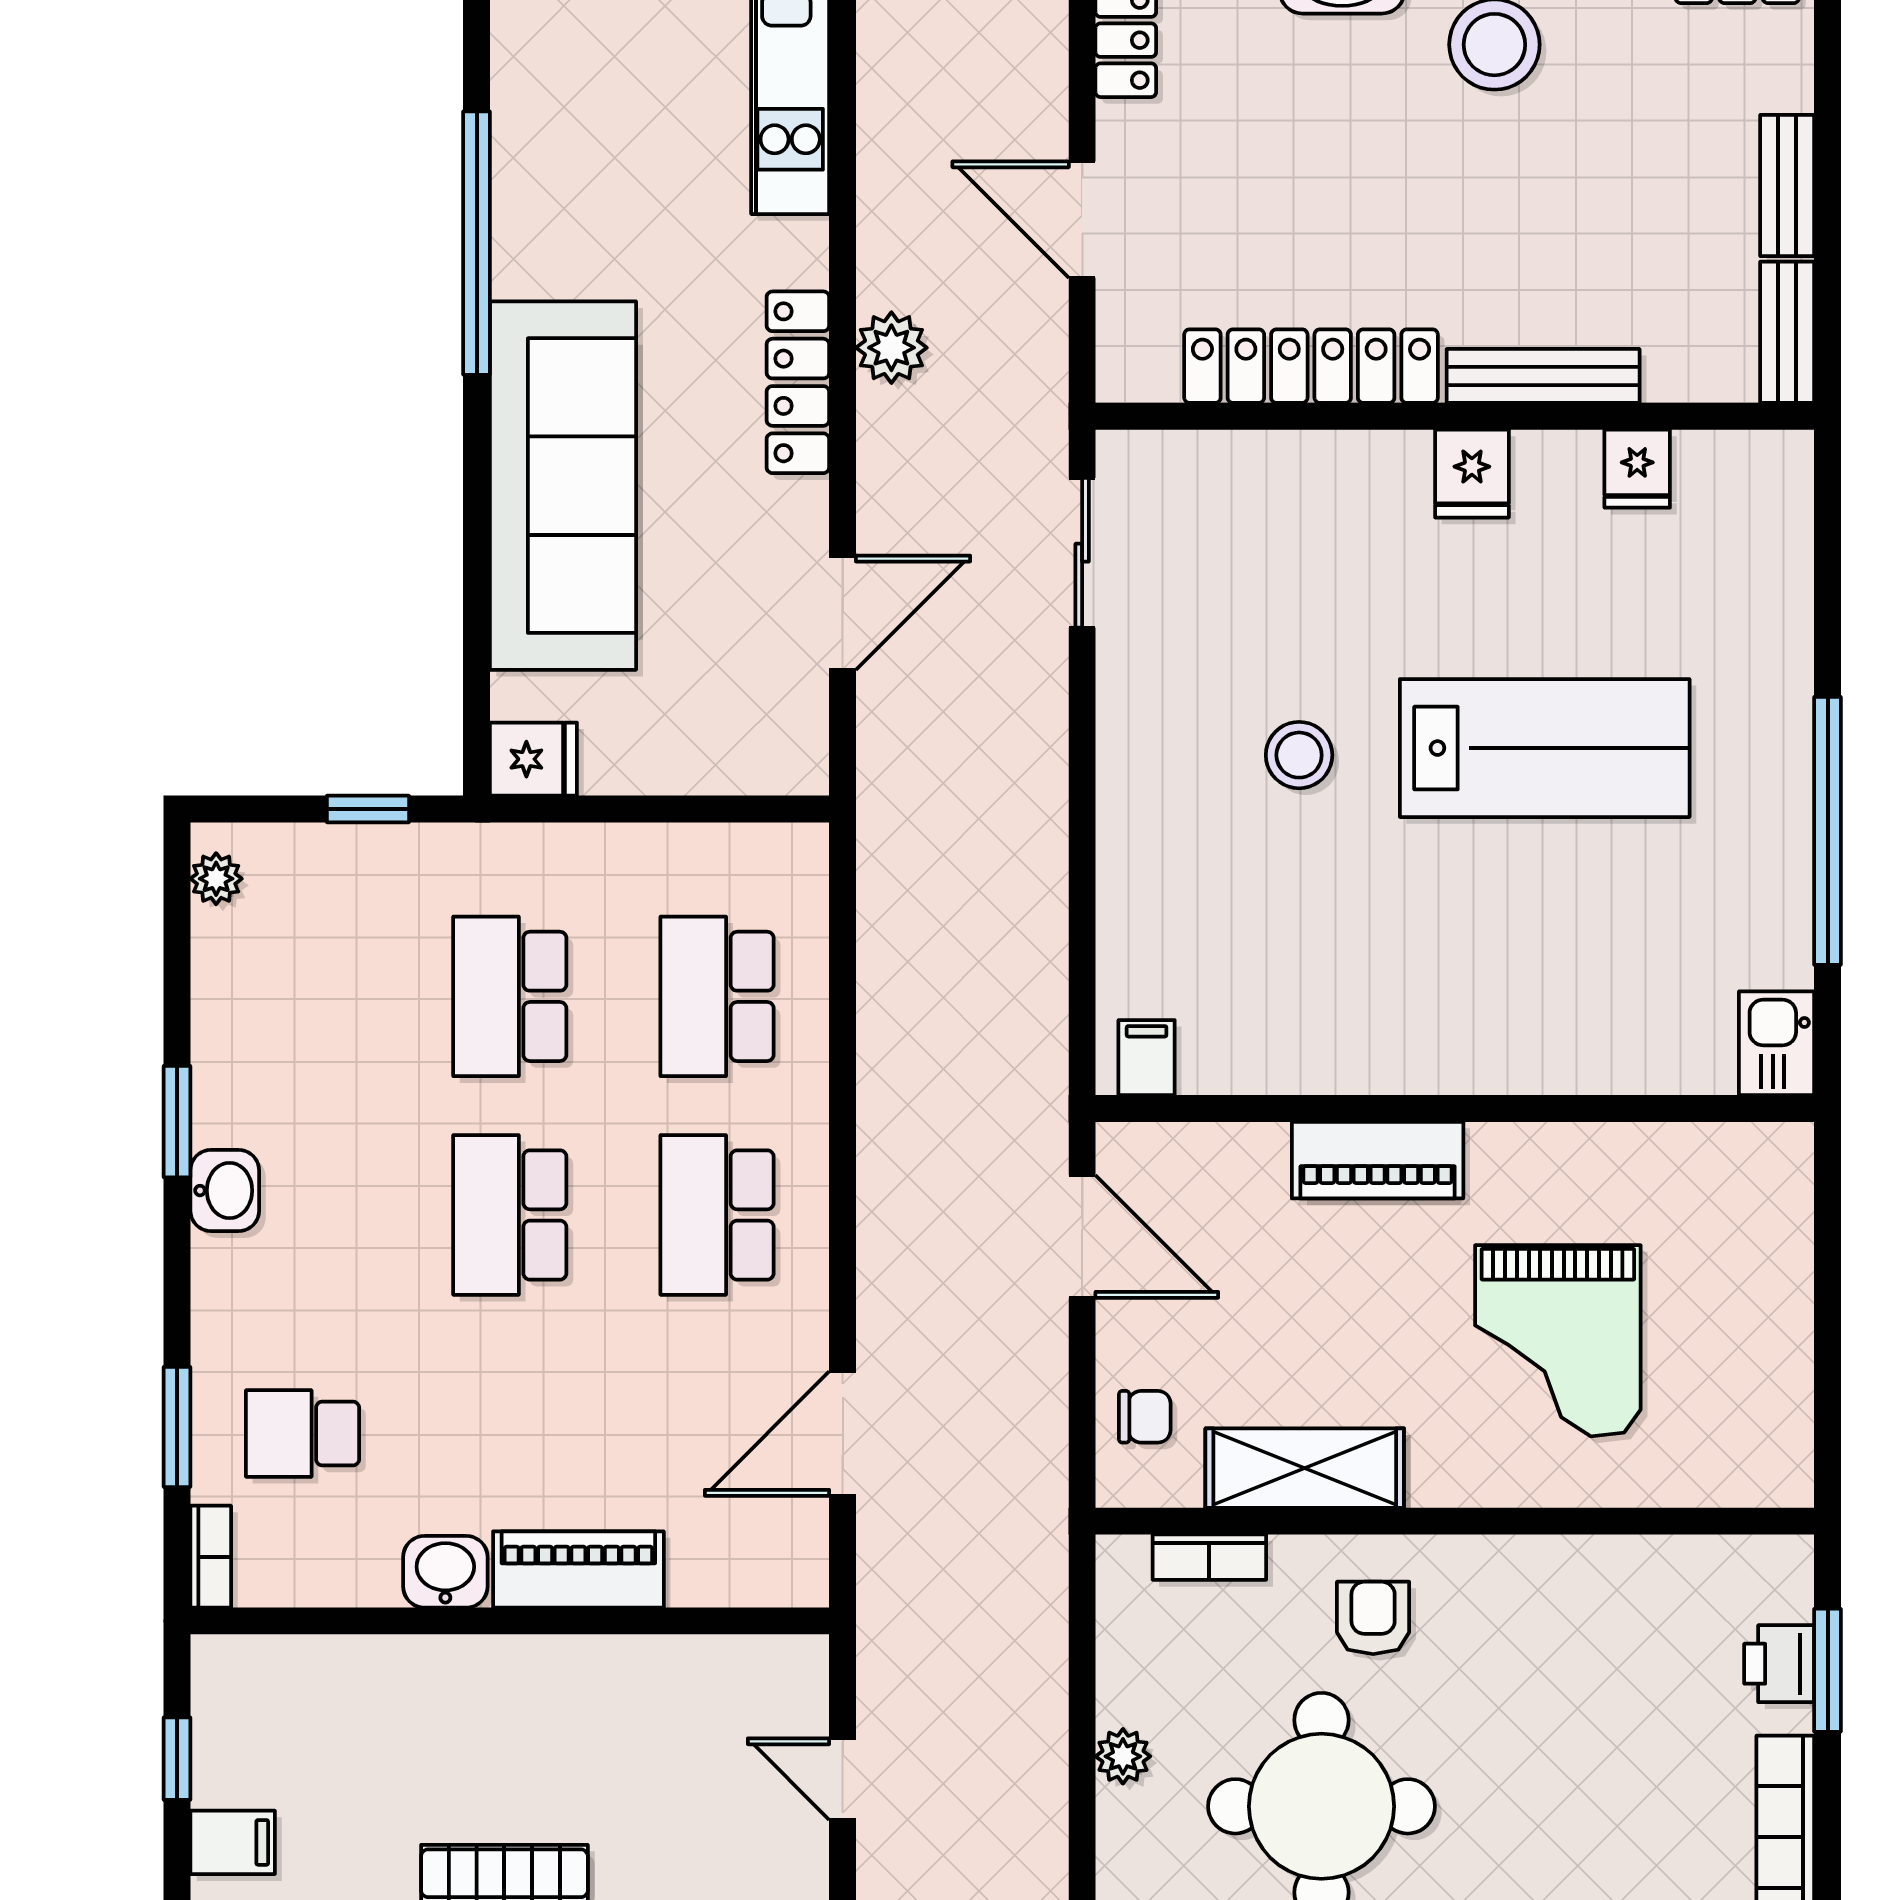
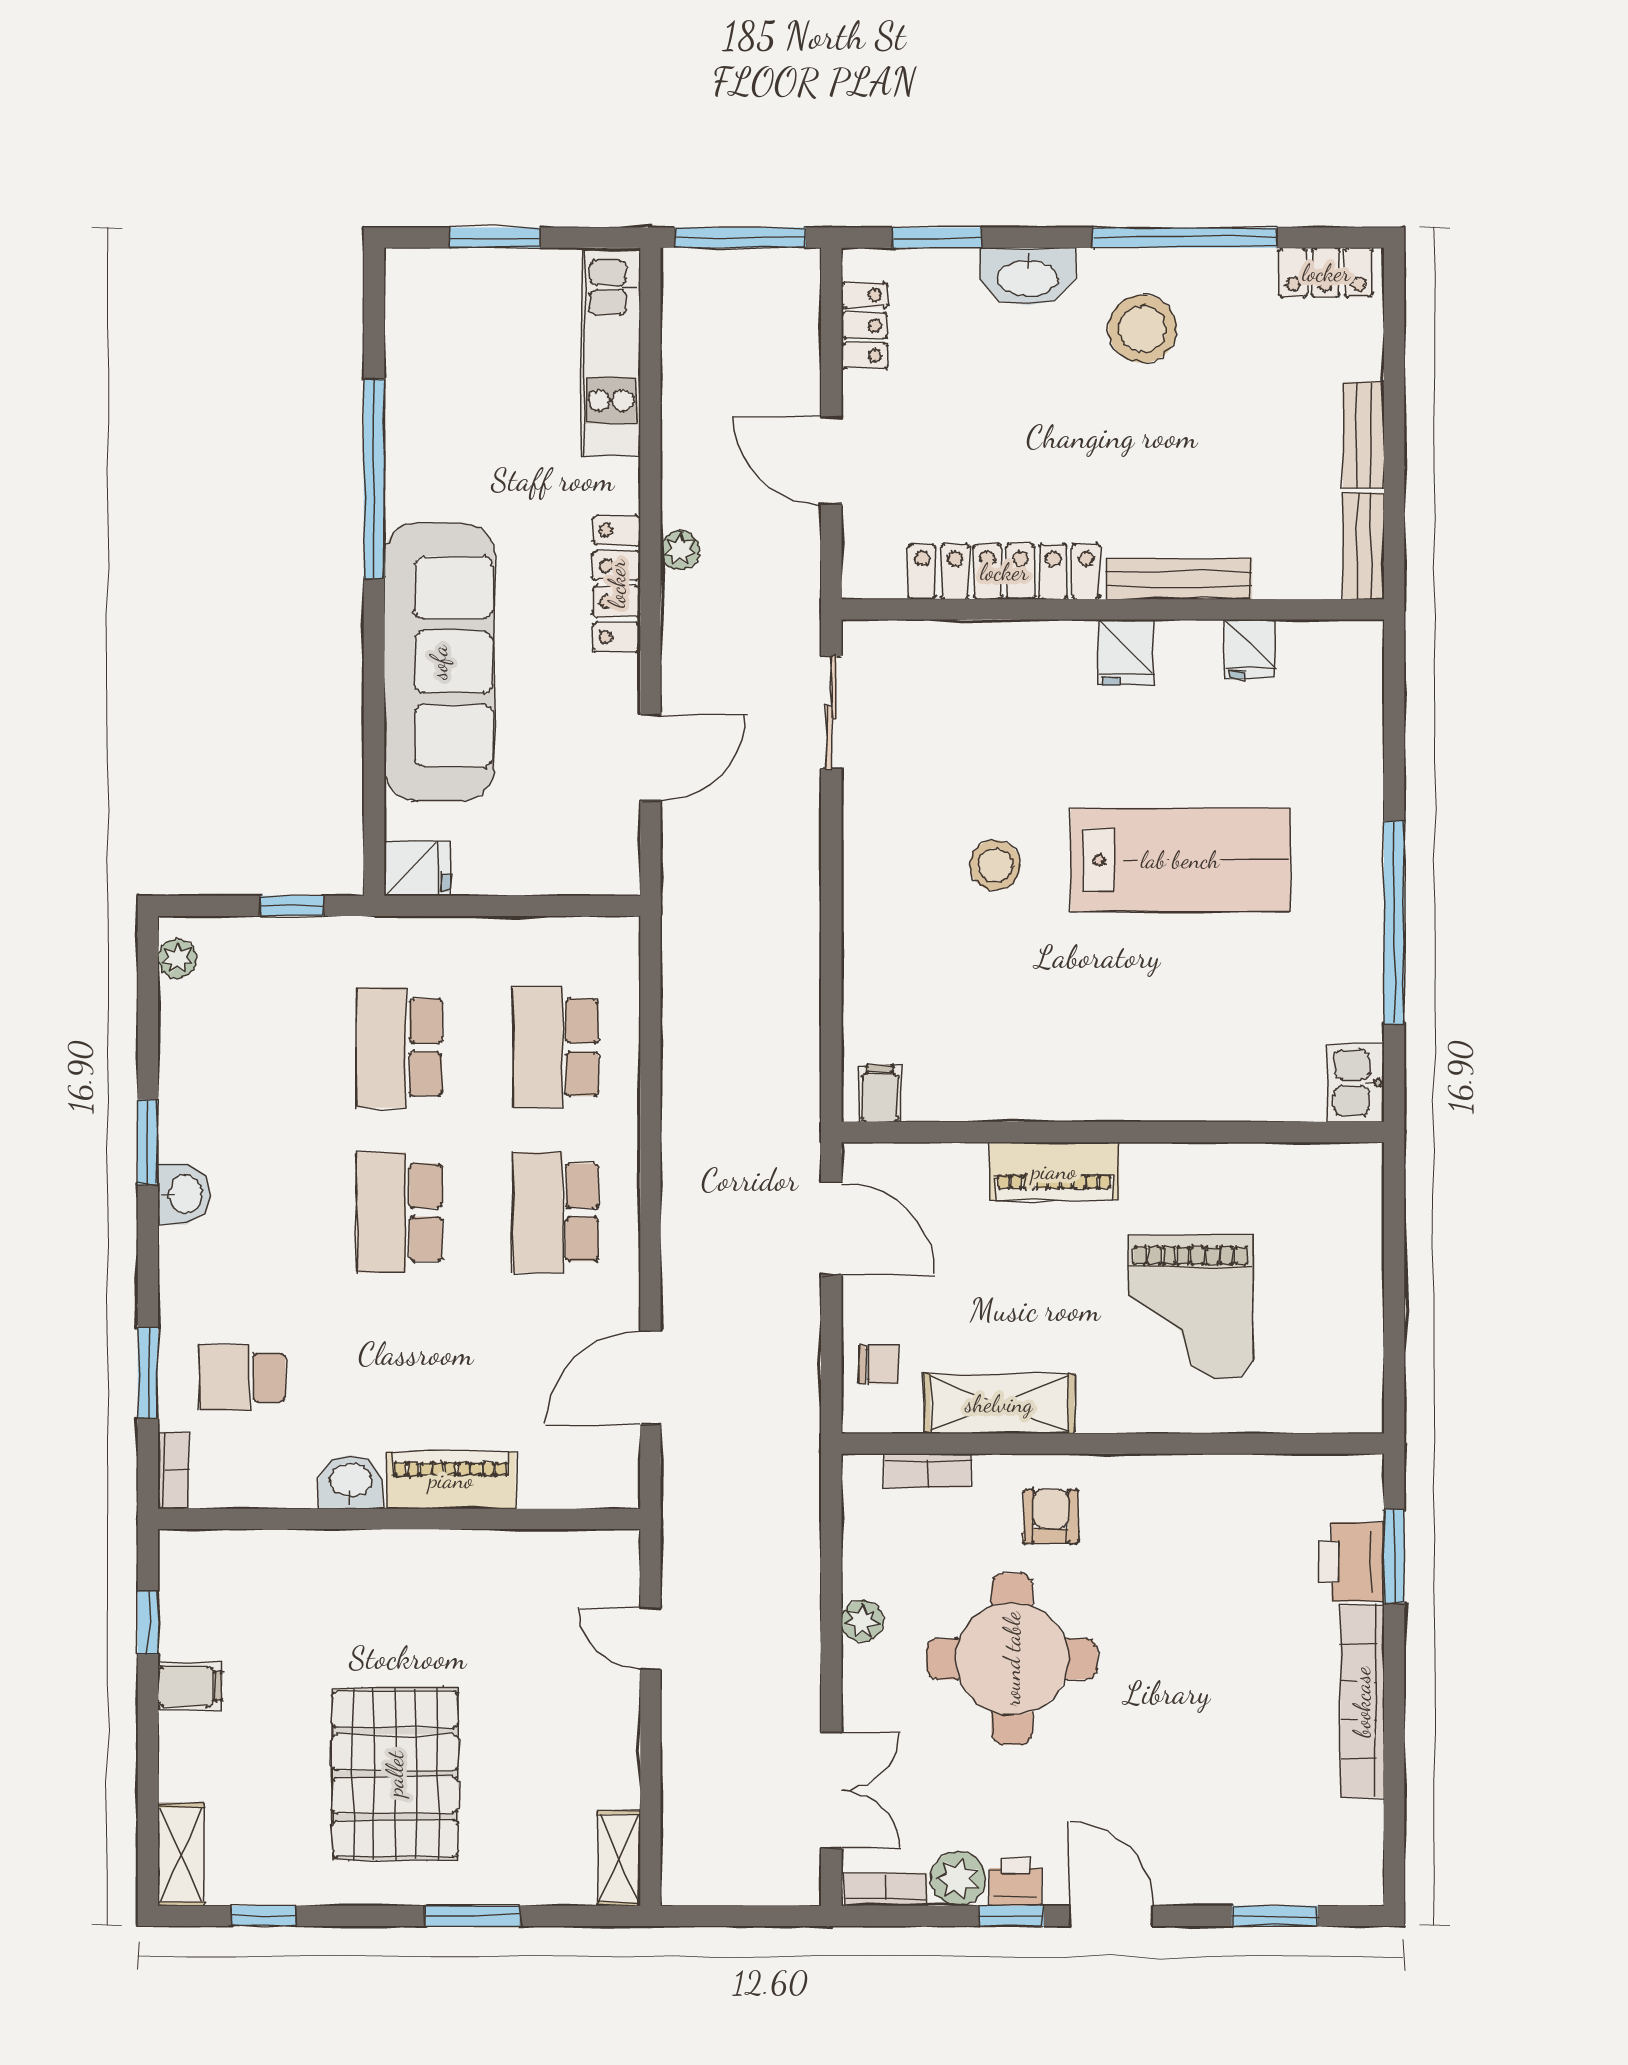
plant: (891, 348) -> (680, 550), width x0.73, depth x0.73
printer: (1779, 1664) -> (1351, 1562), width x1.36, depth x1.24

